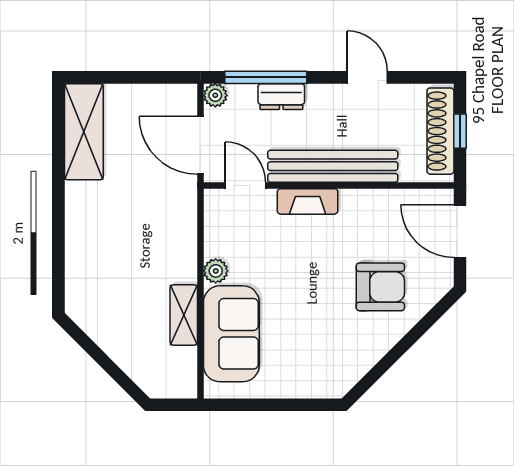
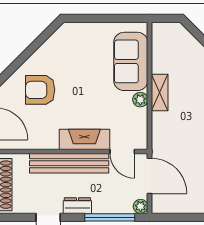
dresser: (281, 97) -> (77, 206), moved
fireplace: (308, 201) -> (84, 139), width x1.37, depth x1.32
shelving: (184, 315) -> (160, 93), moved

